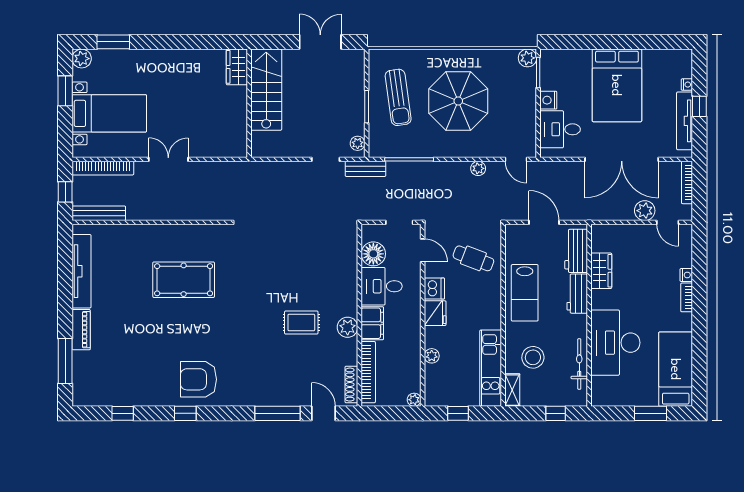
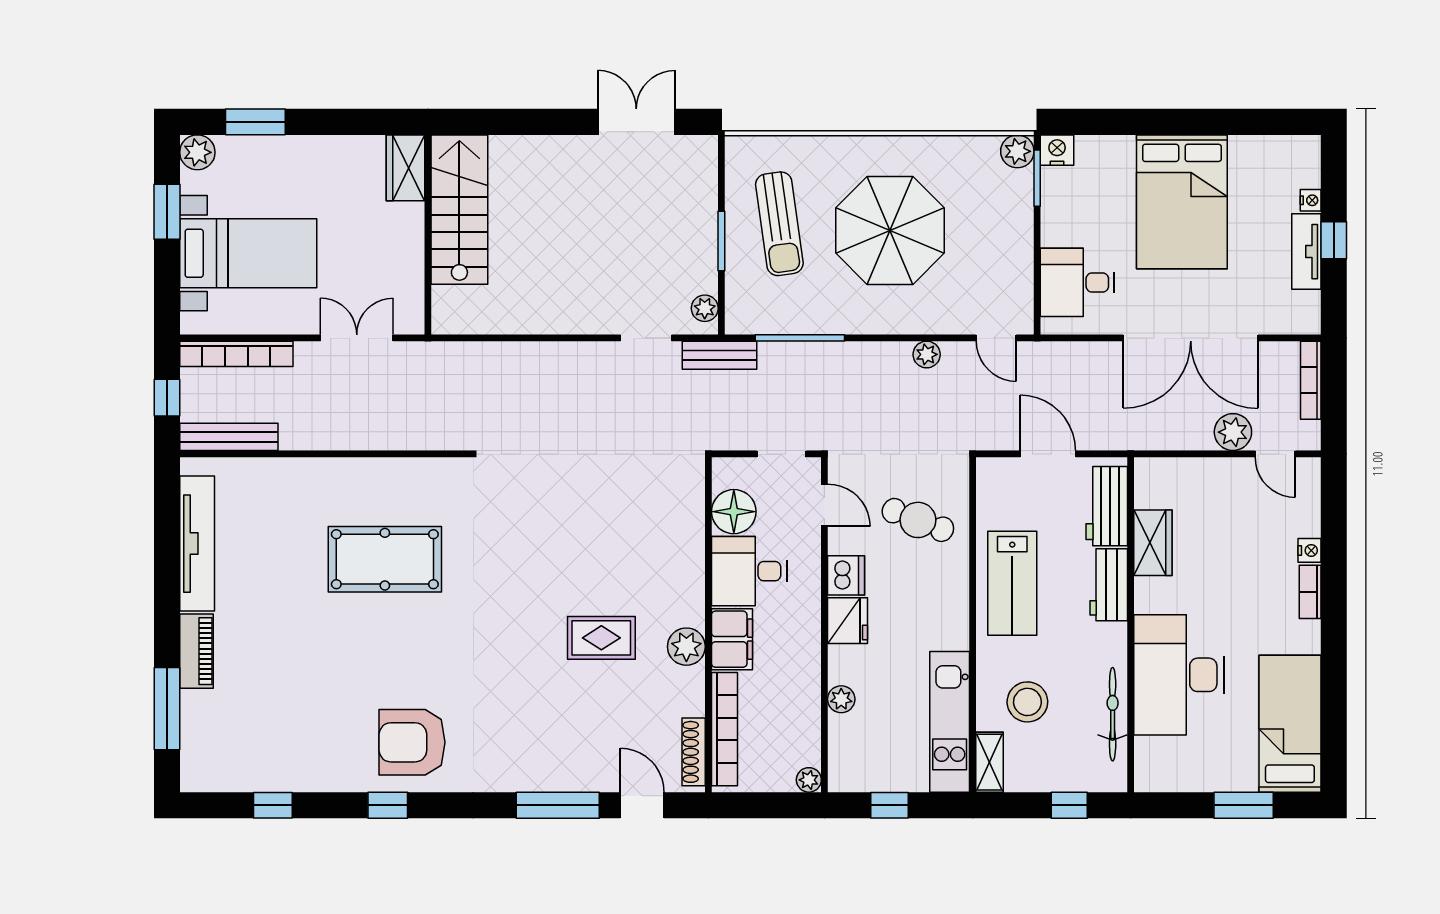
wardrobe: (237, 67) -> (406, 168), moved
stairs: (266, 90) -> (459, 210), moved
nightstand: (548, 100) -> (1057, 150), moved, turned 90
wall: (249, 103) -> (428, 235), moved
tv unit: (685, 121) -> (1306, 252), width x0.71

